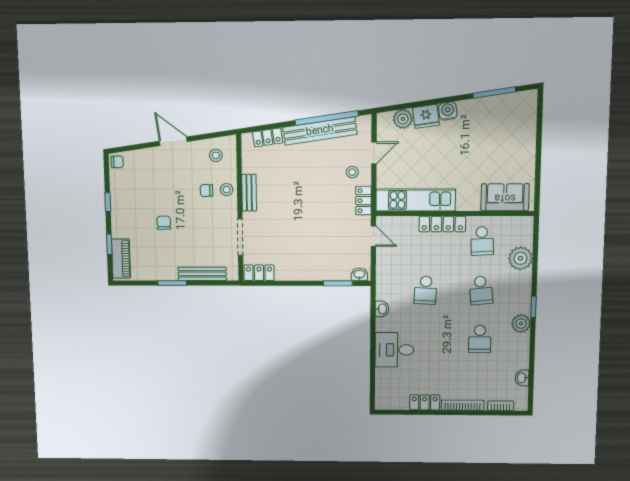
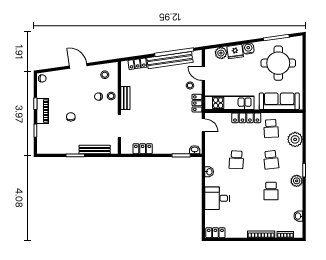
round table: (496, 135) -> (278, 63), added
door: (374, 153) -> (203, 74), swing flipped
sofa: (505, 197) -> (279, 101), width x1.36
piano: (121, 259) -> (43, 111), moved
locker: (259, 273) -> (143, 149), moved
locker: (425, 402) -> (215, 233), moved

